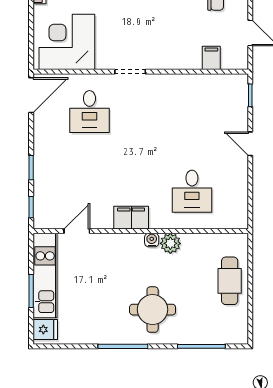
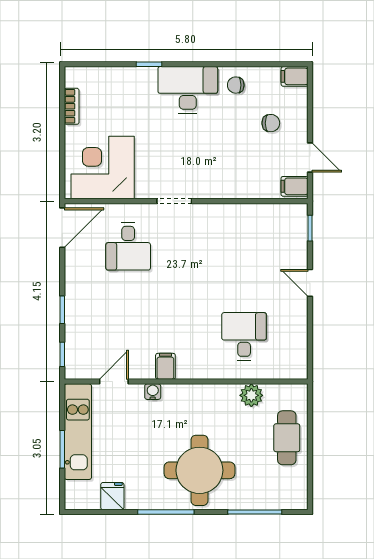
filing cabinet: (211, 58) -> (294, 186), moved, turned -90
desk: (192, 191) -> (244, 336), turned 180
filing cabinet: (131, 218) -> (165, 366), width x0.50
water cooler: (152, 240) -> (153, 392), moved
plant: (170, 243) -> (251, 395), moved
round table: (153, 310) -> (199, 470), width x1.36, depth x1.36
fridge: (45, 329) -> (112, 496), moved, turned -90

